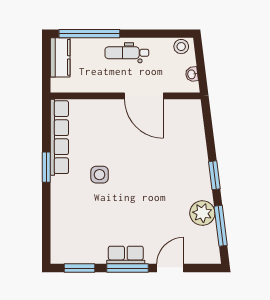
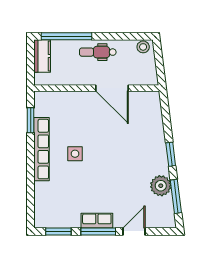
washbasin: (192, 74) -> (152, 70), removed
row of seats: (59, 137) -> (41, 149), moved
window: (46, 167) -> (31, 120), moved

